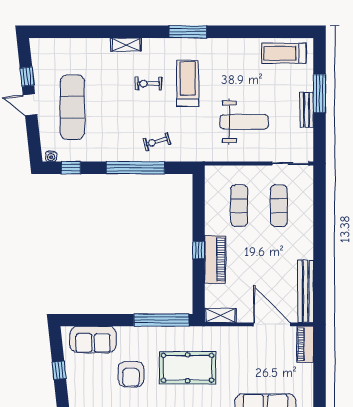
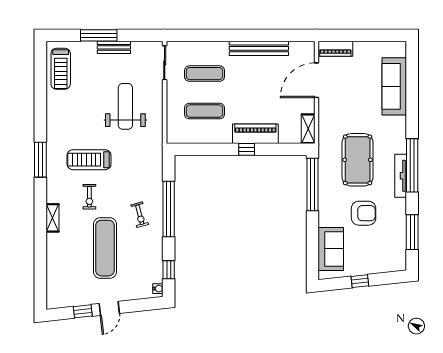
exercise mat: (72, 107) -> (105, 248), moved, turned 90
exercise bike: (157, 142) -> (140, 215), moved
bench: (306, 291) -> (259, 48), moved

